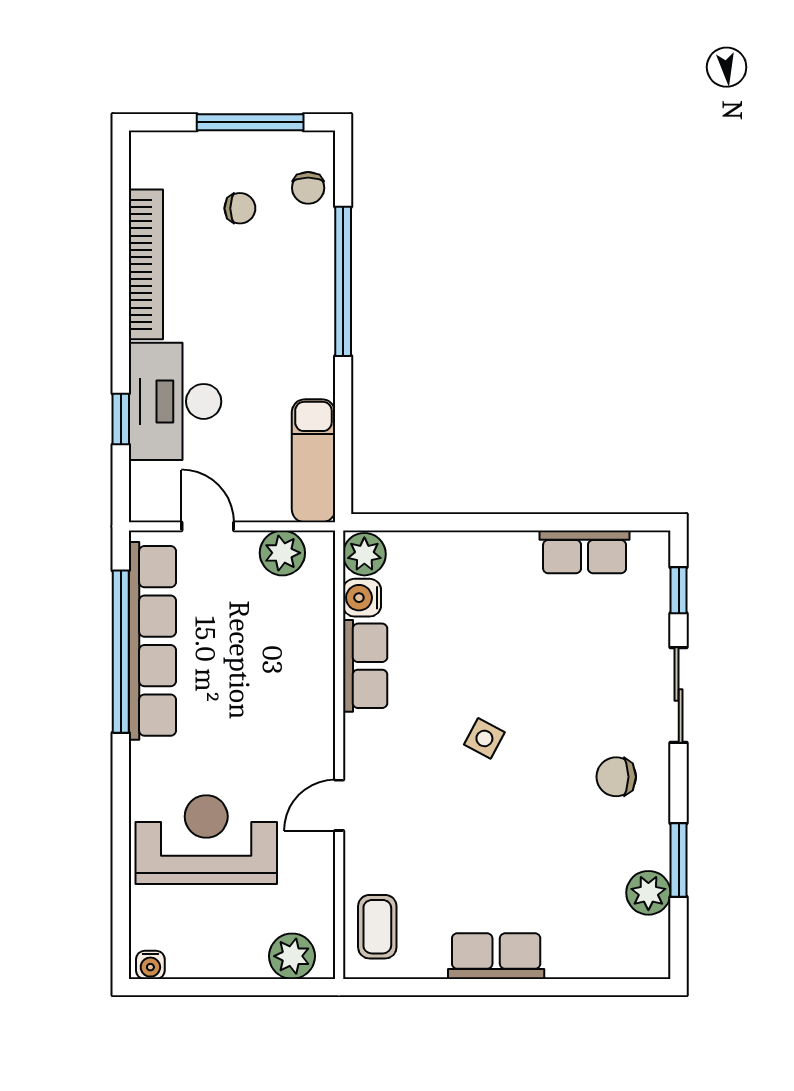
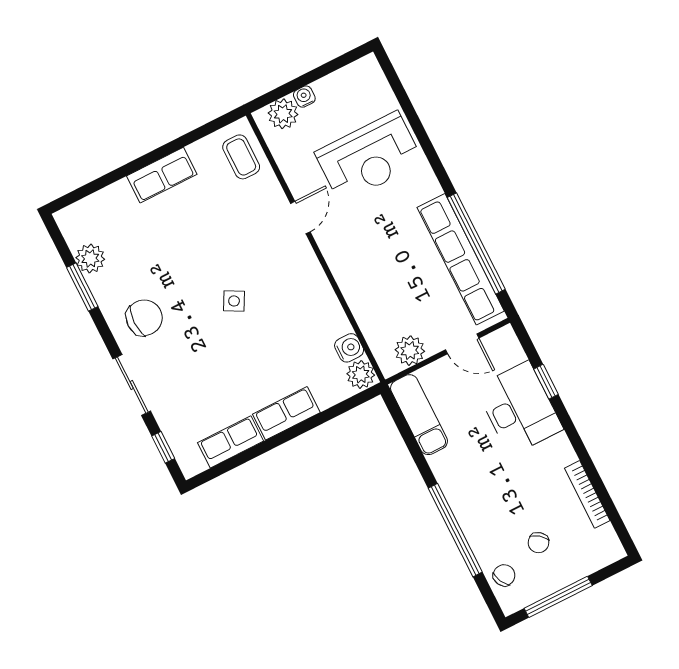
chair: (308, 188) -> (504, 575), turned 63
chair: (240, 208) -> (538, 543), turned -52
bookcase: (146, 264) -> (587, 494), width x0.68, depth x0.76
row of seats: (365, 666) -> (286, 413), moved, turned 90
chair: (616, 777) -> (144, 318), width x1.37, depth x1.37
water cooler: (150, 965) -> (304, 97), moved

